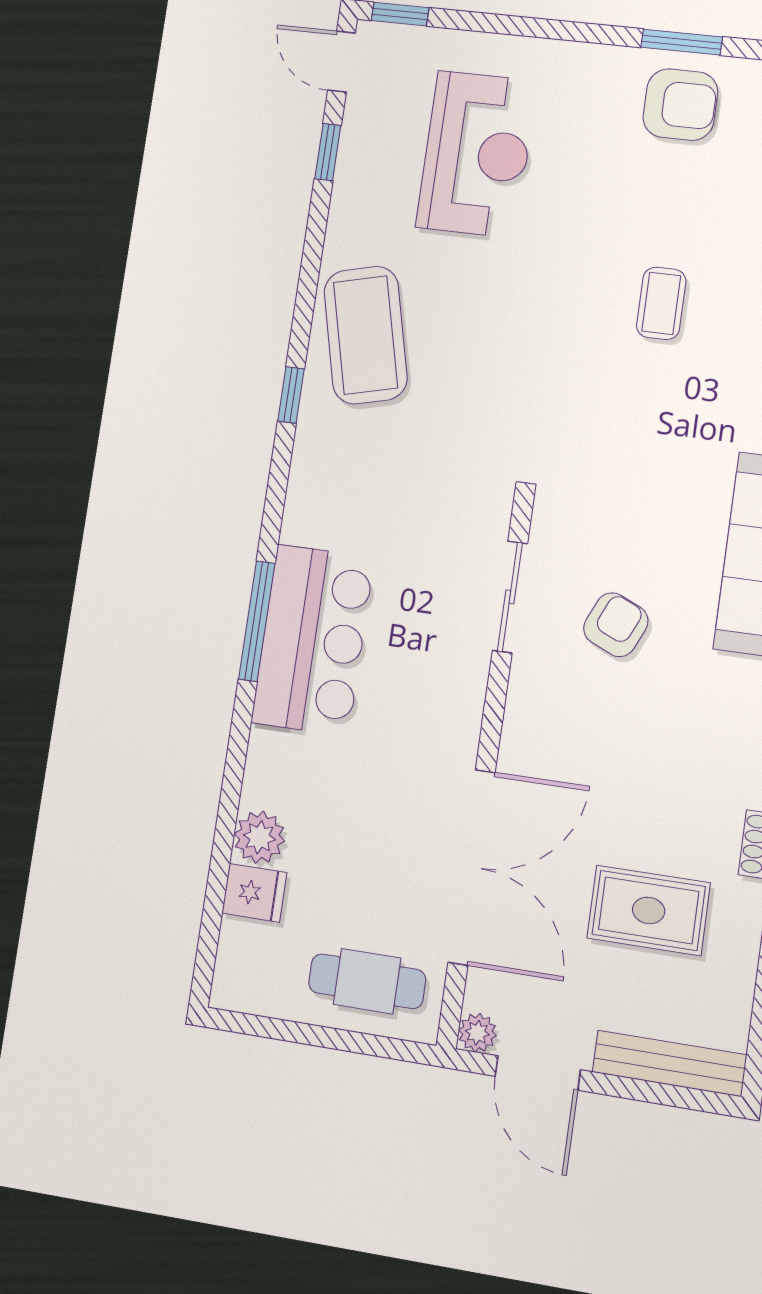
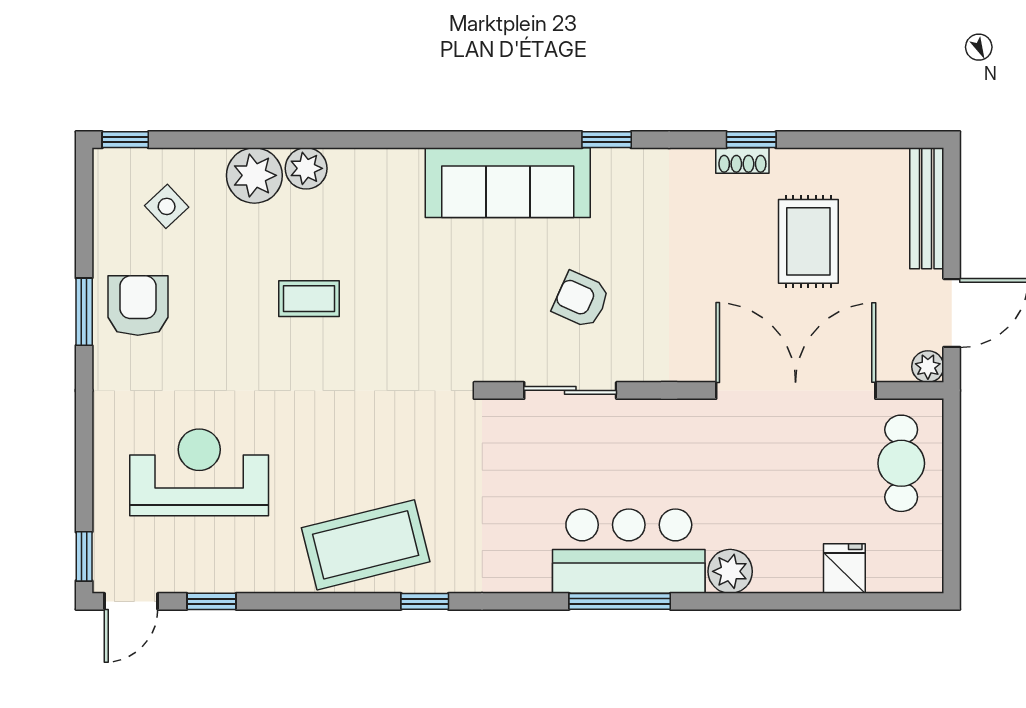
plant: (259, 837) -> (730, 571), moved

